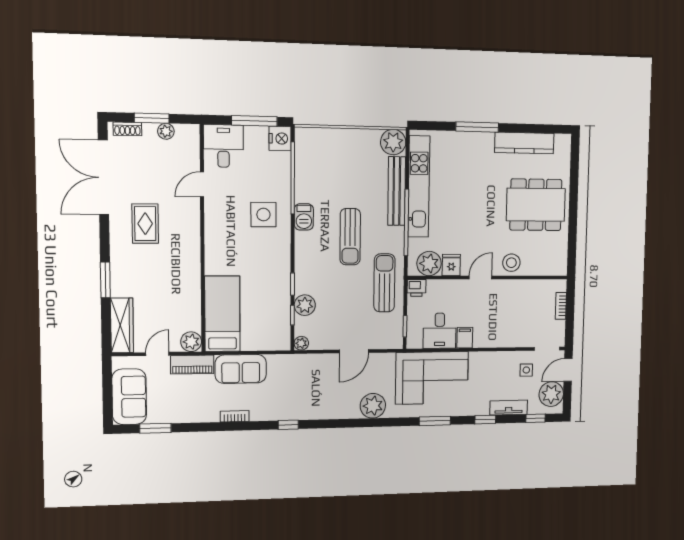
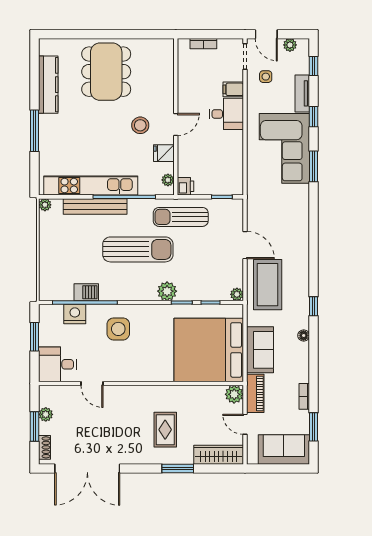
window: (254, 121) -> (35, 337), width x0.69
nightstand: (280, 138) -> (75, 314), moved
plant: (393, 142) -> (45, 205), width x0.53, depth x0.53
barbecue: (304, 217) -> (86, 292), moved
rug: (145, 224) -> (165, 430), moved, turned 90
sun lounger: (350, 237) -> (138, 249), width x1.36, depth x1.34
stool: (511, 263) -> (140, 125), moved
plant: (429, 264) -> (168, 180), width x0.53, depth x0.53
door: (480, 277) -> (176, 124), swing flipped
plant: (305, 305) -> (167, 291), moved
bed: (222, 314) -> (209, 350), width x2.04
desk: (440, 331) -> (226, 114), moved
filing cabinet: (465, 338) -> (233, 89), moved
coffee table: (312, 376) -> (268, 285), added
corner sofa: (432, 378) -> (284, 148), moved, turned 180
plant: (551, 394) -> (290, 45), width x0.53, depth x0.53
plant: (373, 406) -> (297, 227), removed
floor lamp: (257, 415) -> (304, 335), added
bookcase: (235, 416) -> (304, 396), moved

